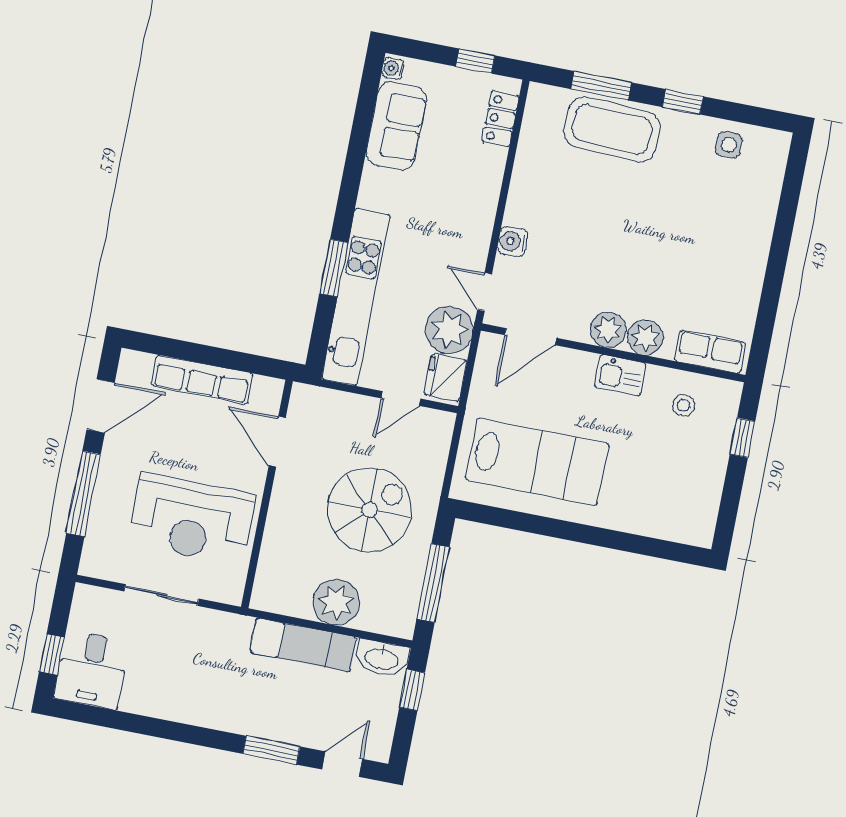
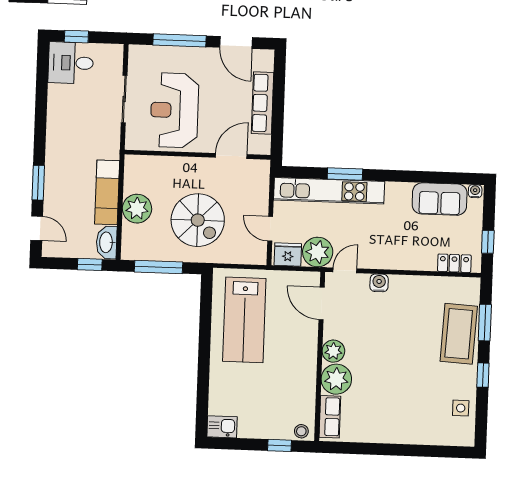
plant: (645, 337) -> (336, 379), width x1.36, depth x1.36
kitchen sink: (620, 375) -> (222, 427), moved, turned 90
stool: (684, 405) -> (301, 431), moved

